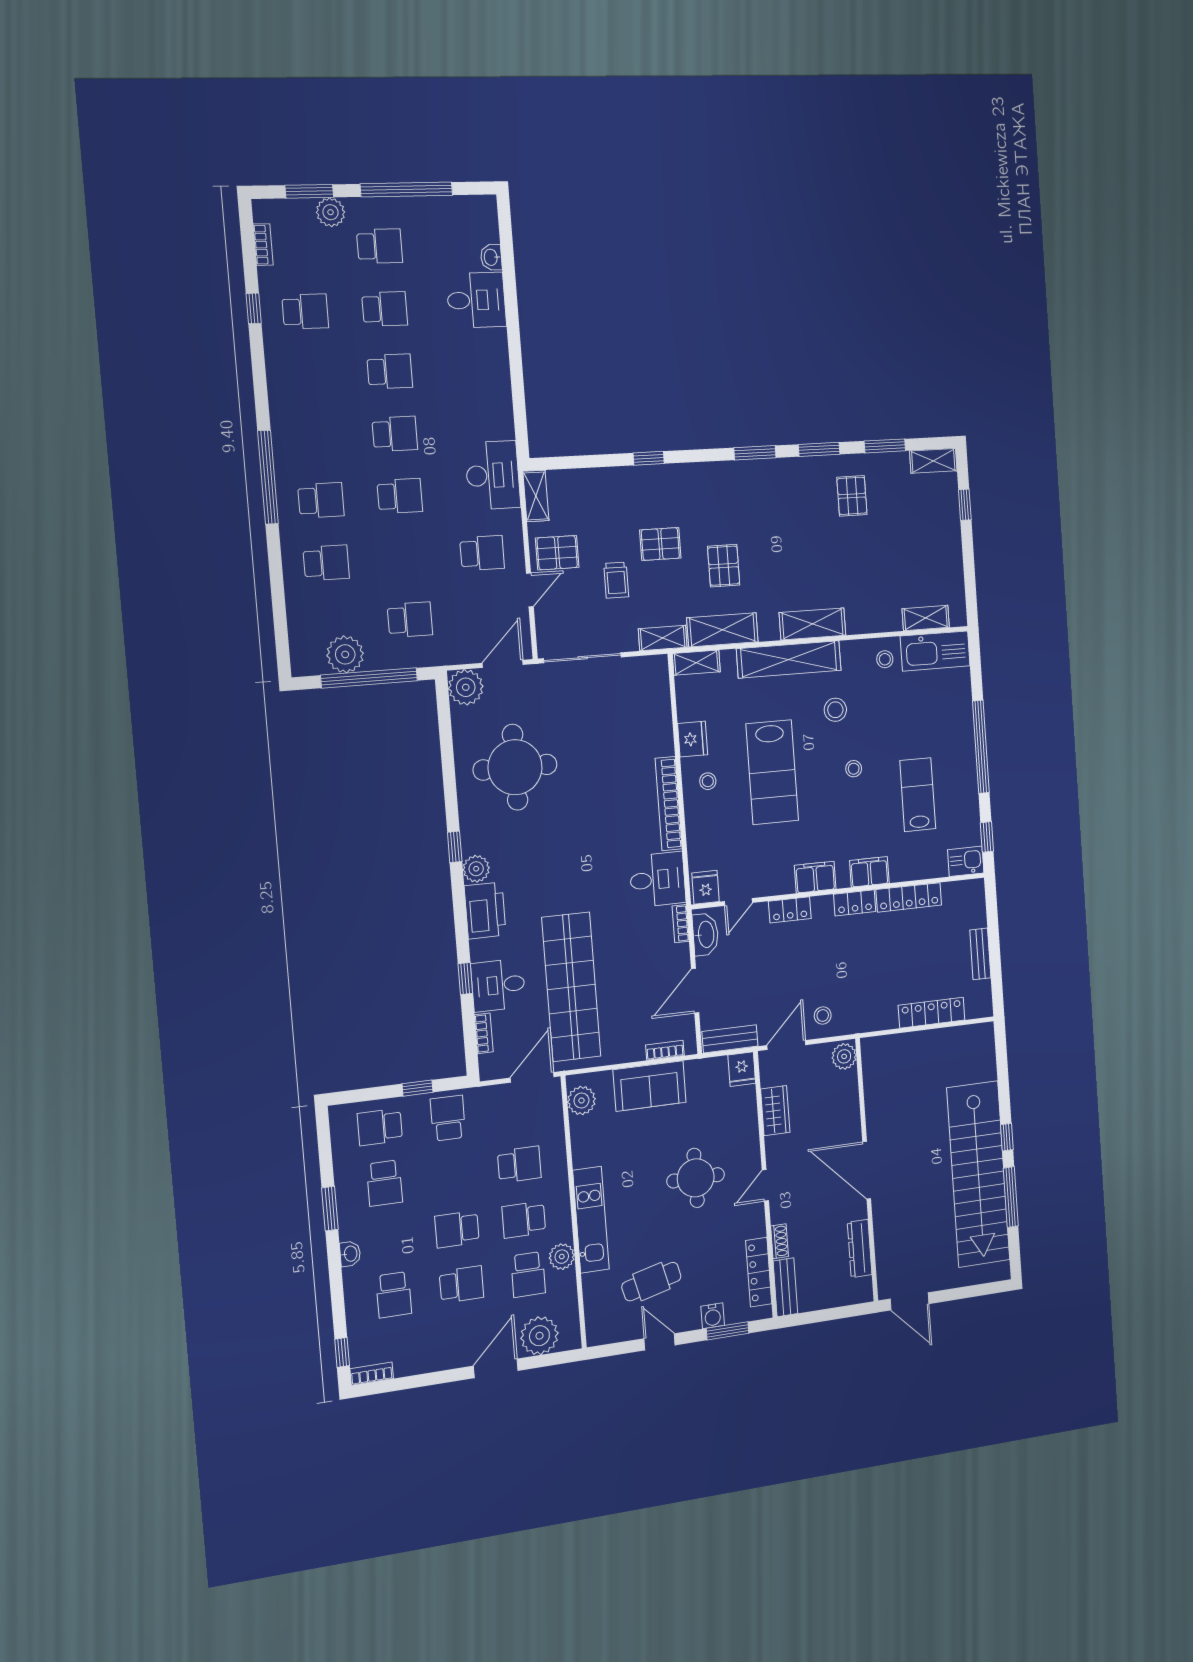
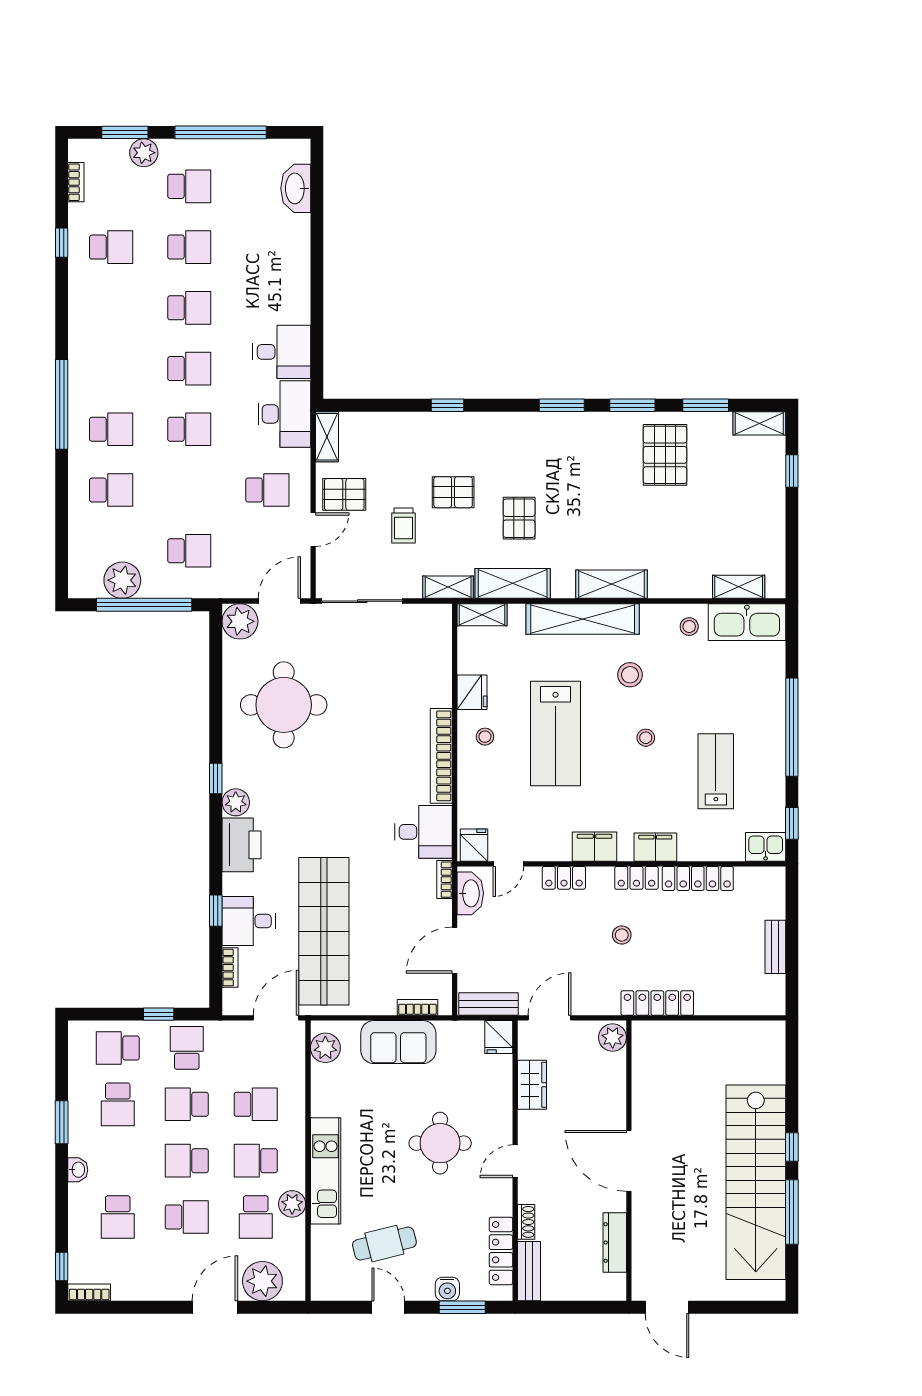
washbasin: (491, 257) -> (296, 188), width x1.91, depth x1.45
desk: (476, 300) -> (282, 352), moved
pallet: (852, 496) -> (665, 455), width x1.50, depth x1.42
locker: (932, 1013) -> (657, 1003), moved
stool: (823, 1015) -> (622, 935), moved
school desk: (452, 1174) -> (187, 1104), added

